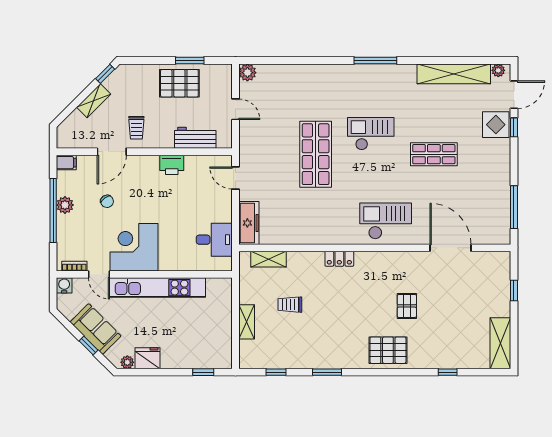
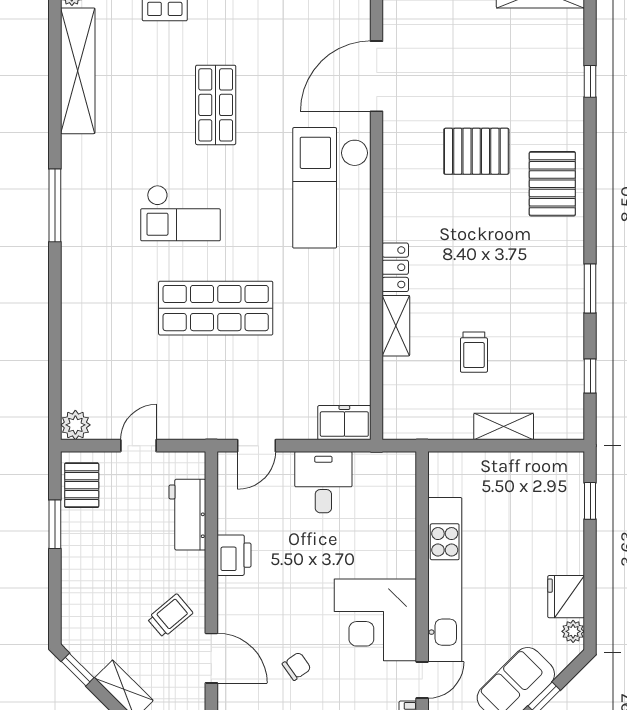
pallet: (179, 83) -> (82, 485), moved, width x0.67, depth x0.71
trolley: (136, 128) -> (170, 616), turned -40
checkout: (371, 134) -> (180, 213), turned -90
checkout: (386, 221) -> (330, 188), width x1.36, depth x1.21
freezer: (249, 223) -> (344, 423), width x0.71
desk: (214, 240) -> (323, 482), moved
shelving: (268, 259) -> (396, 326), moved
pallet: (407, 306) -> (476, 151), width x1.50, depth x1.42

